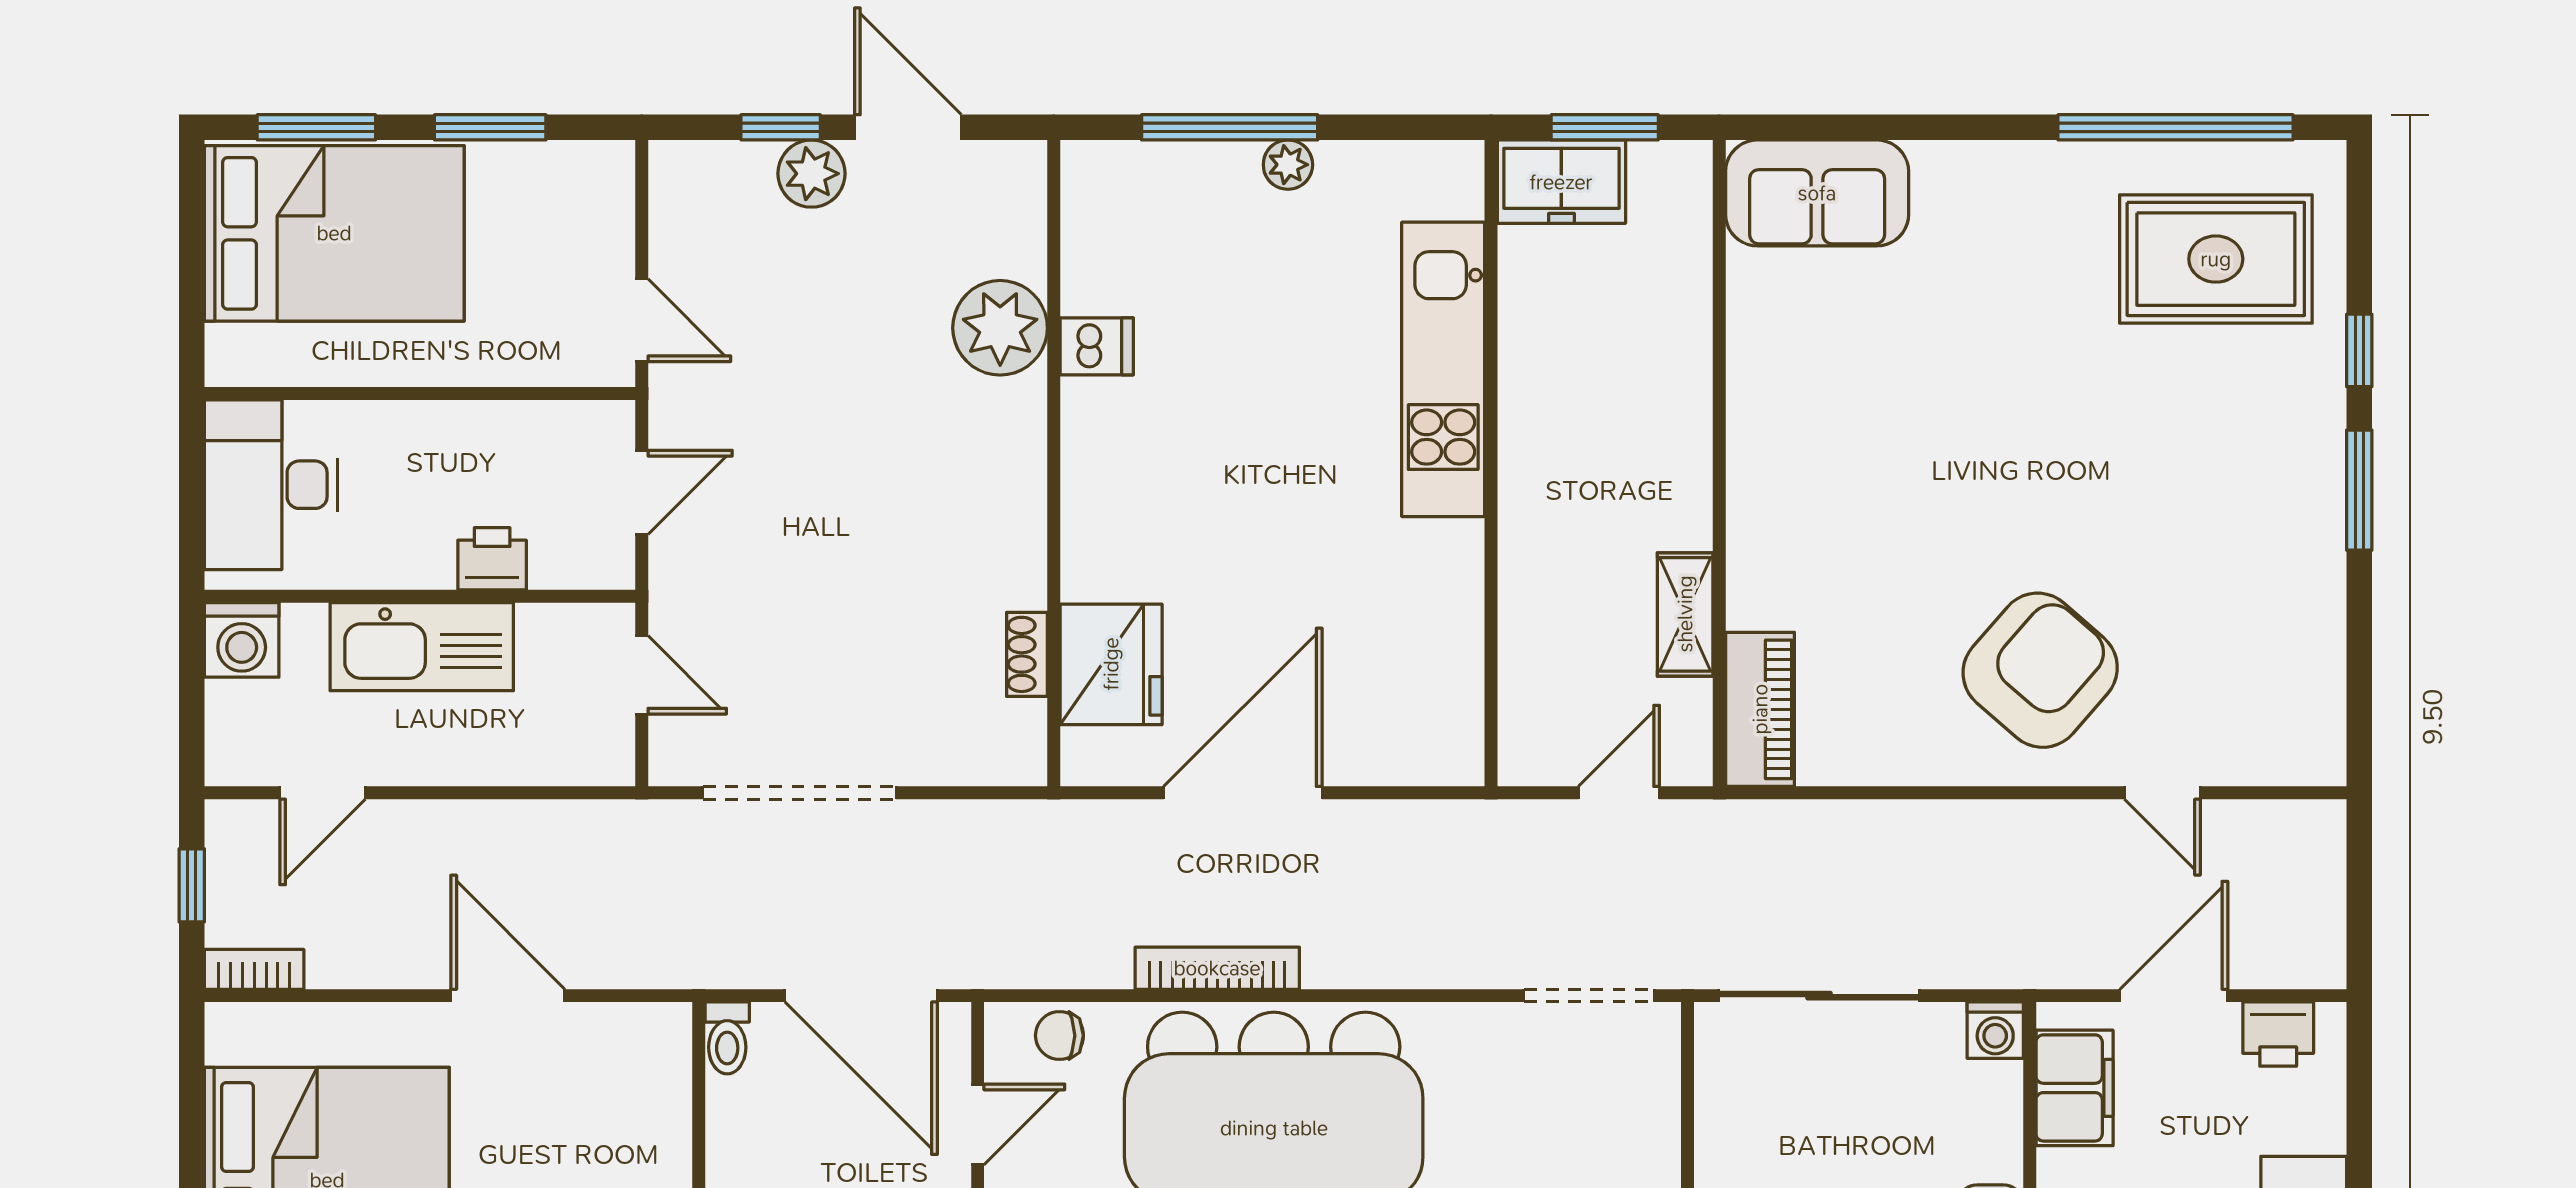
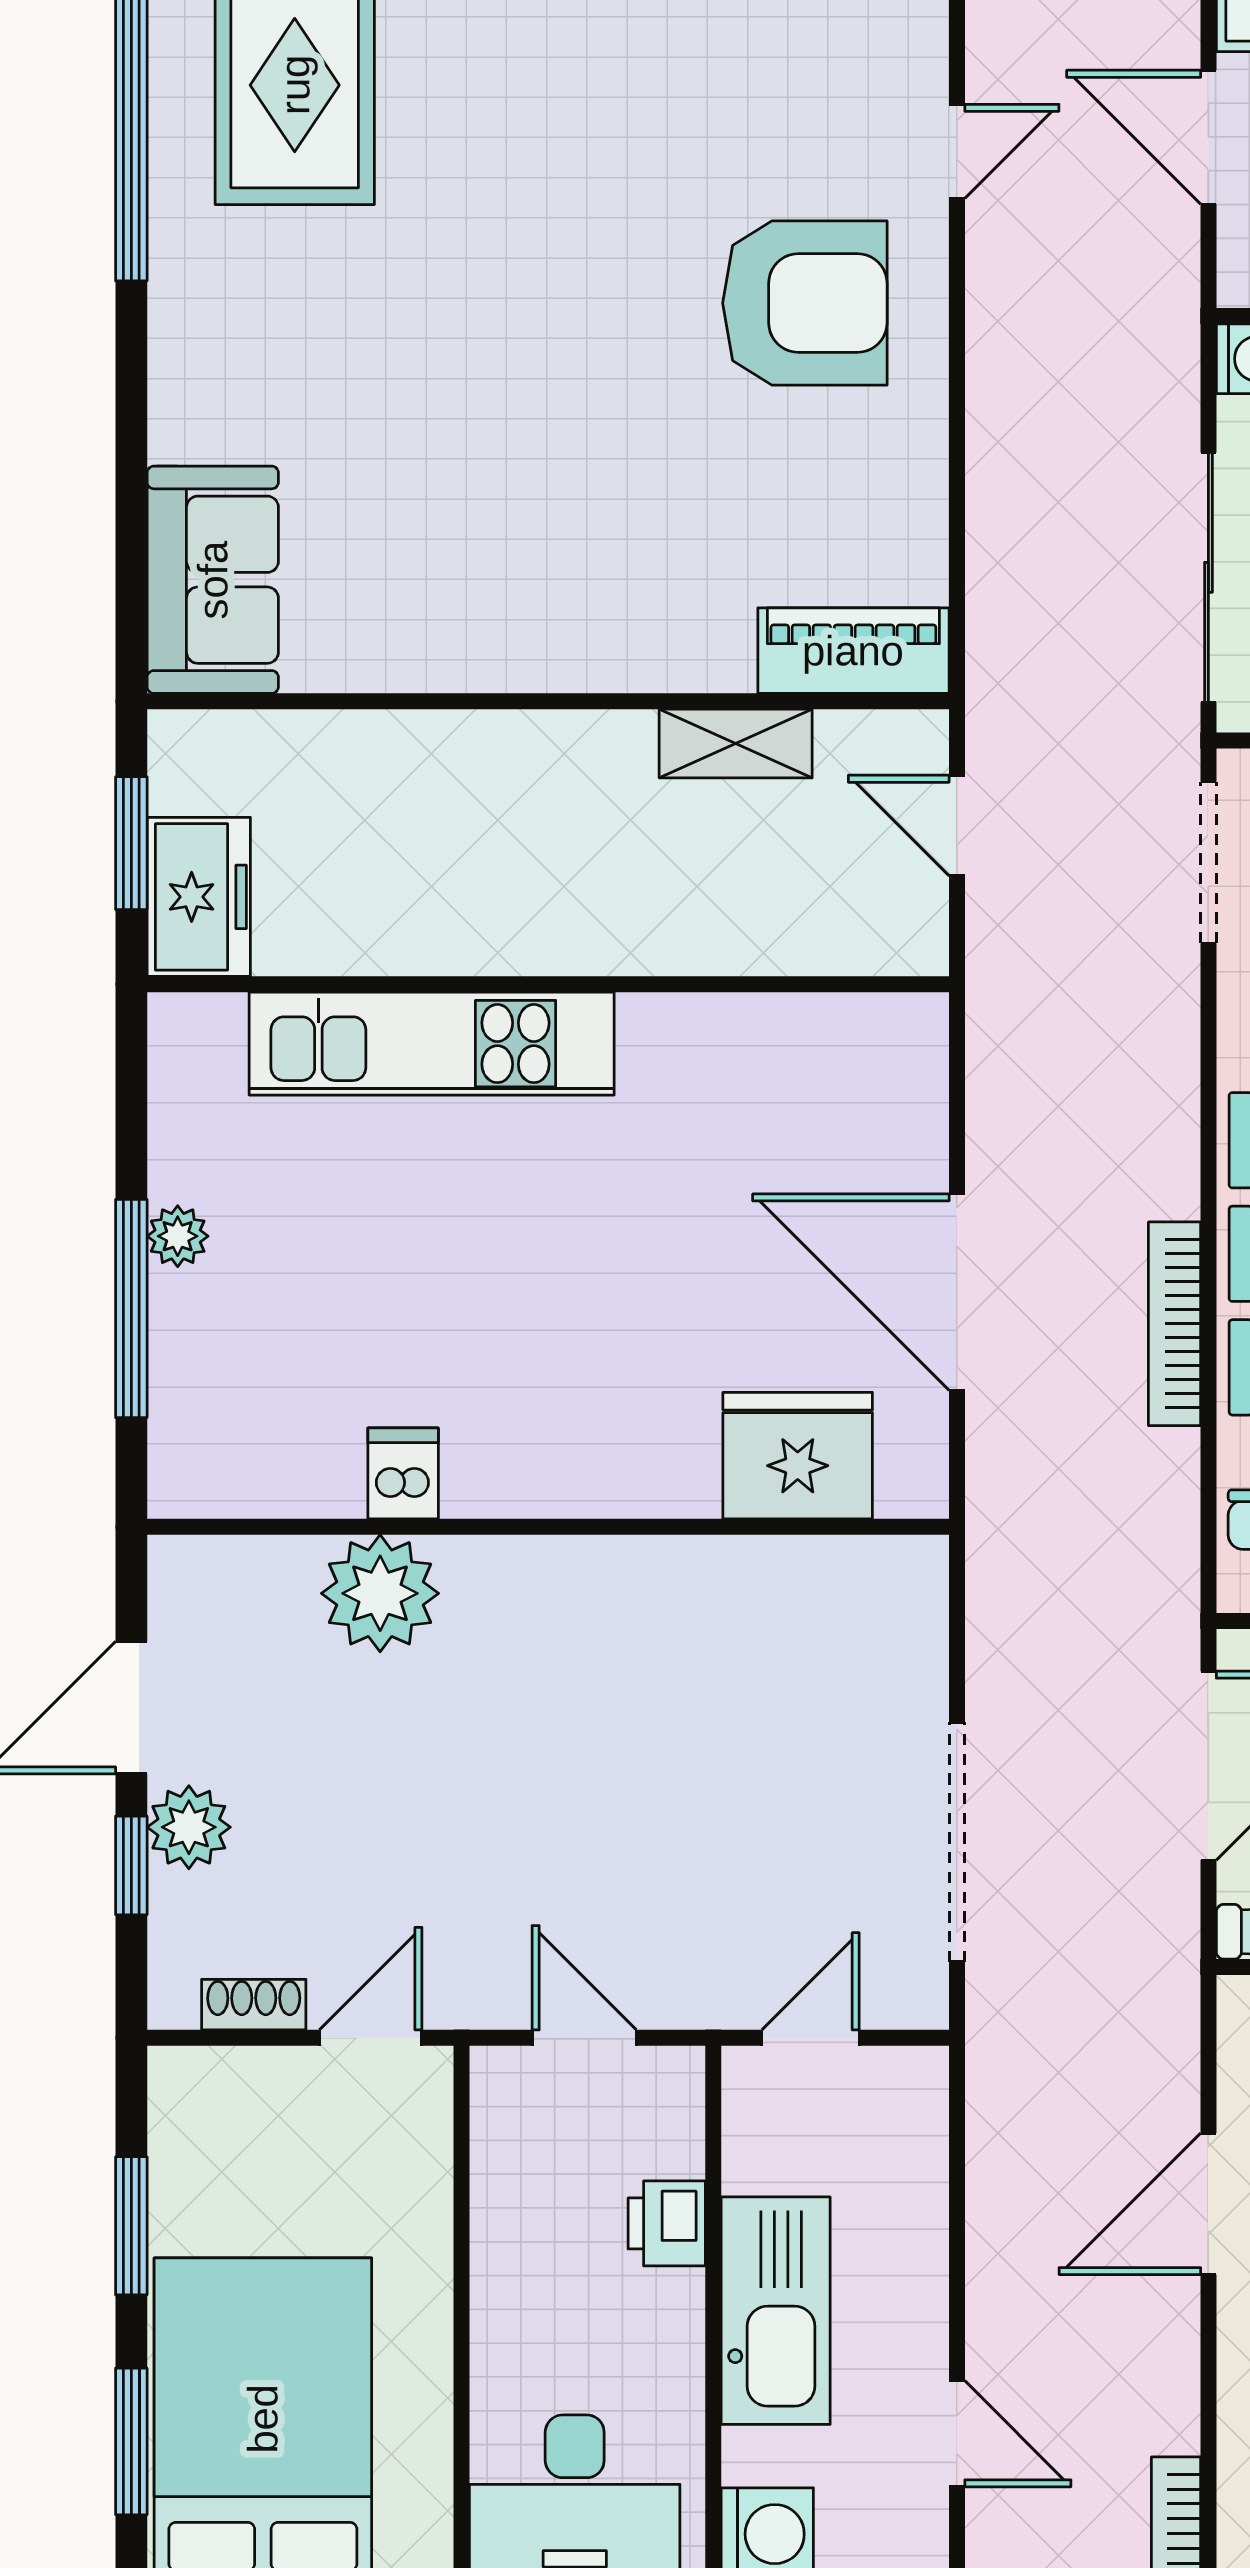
shoe rack: (1027, 654) -> (254, 2005), moved, turned 180
armchair: (2040, 670) -> (805, 303), turned 139

